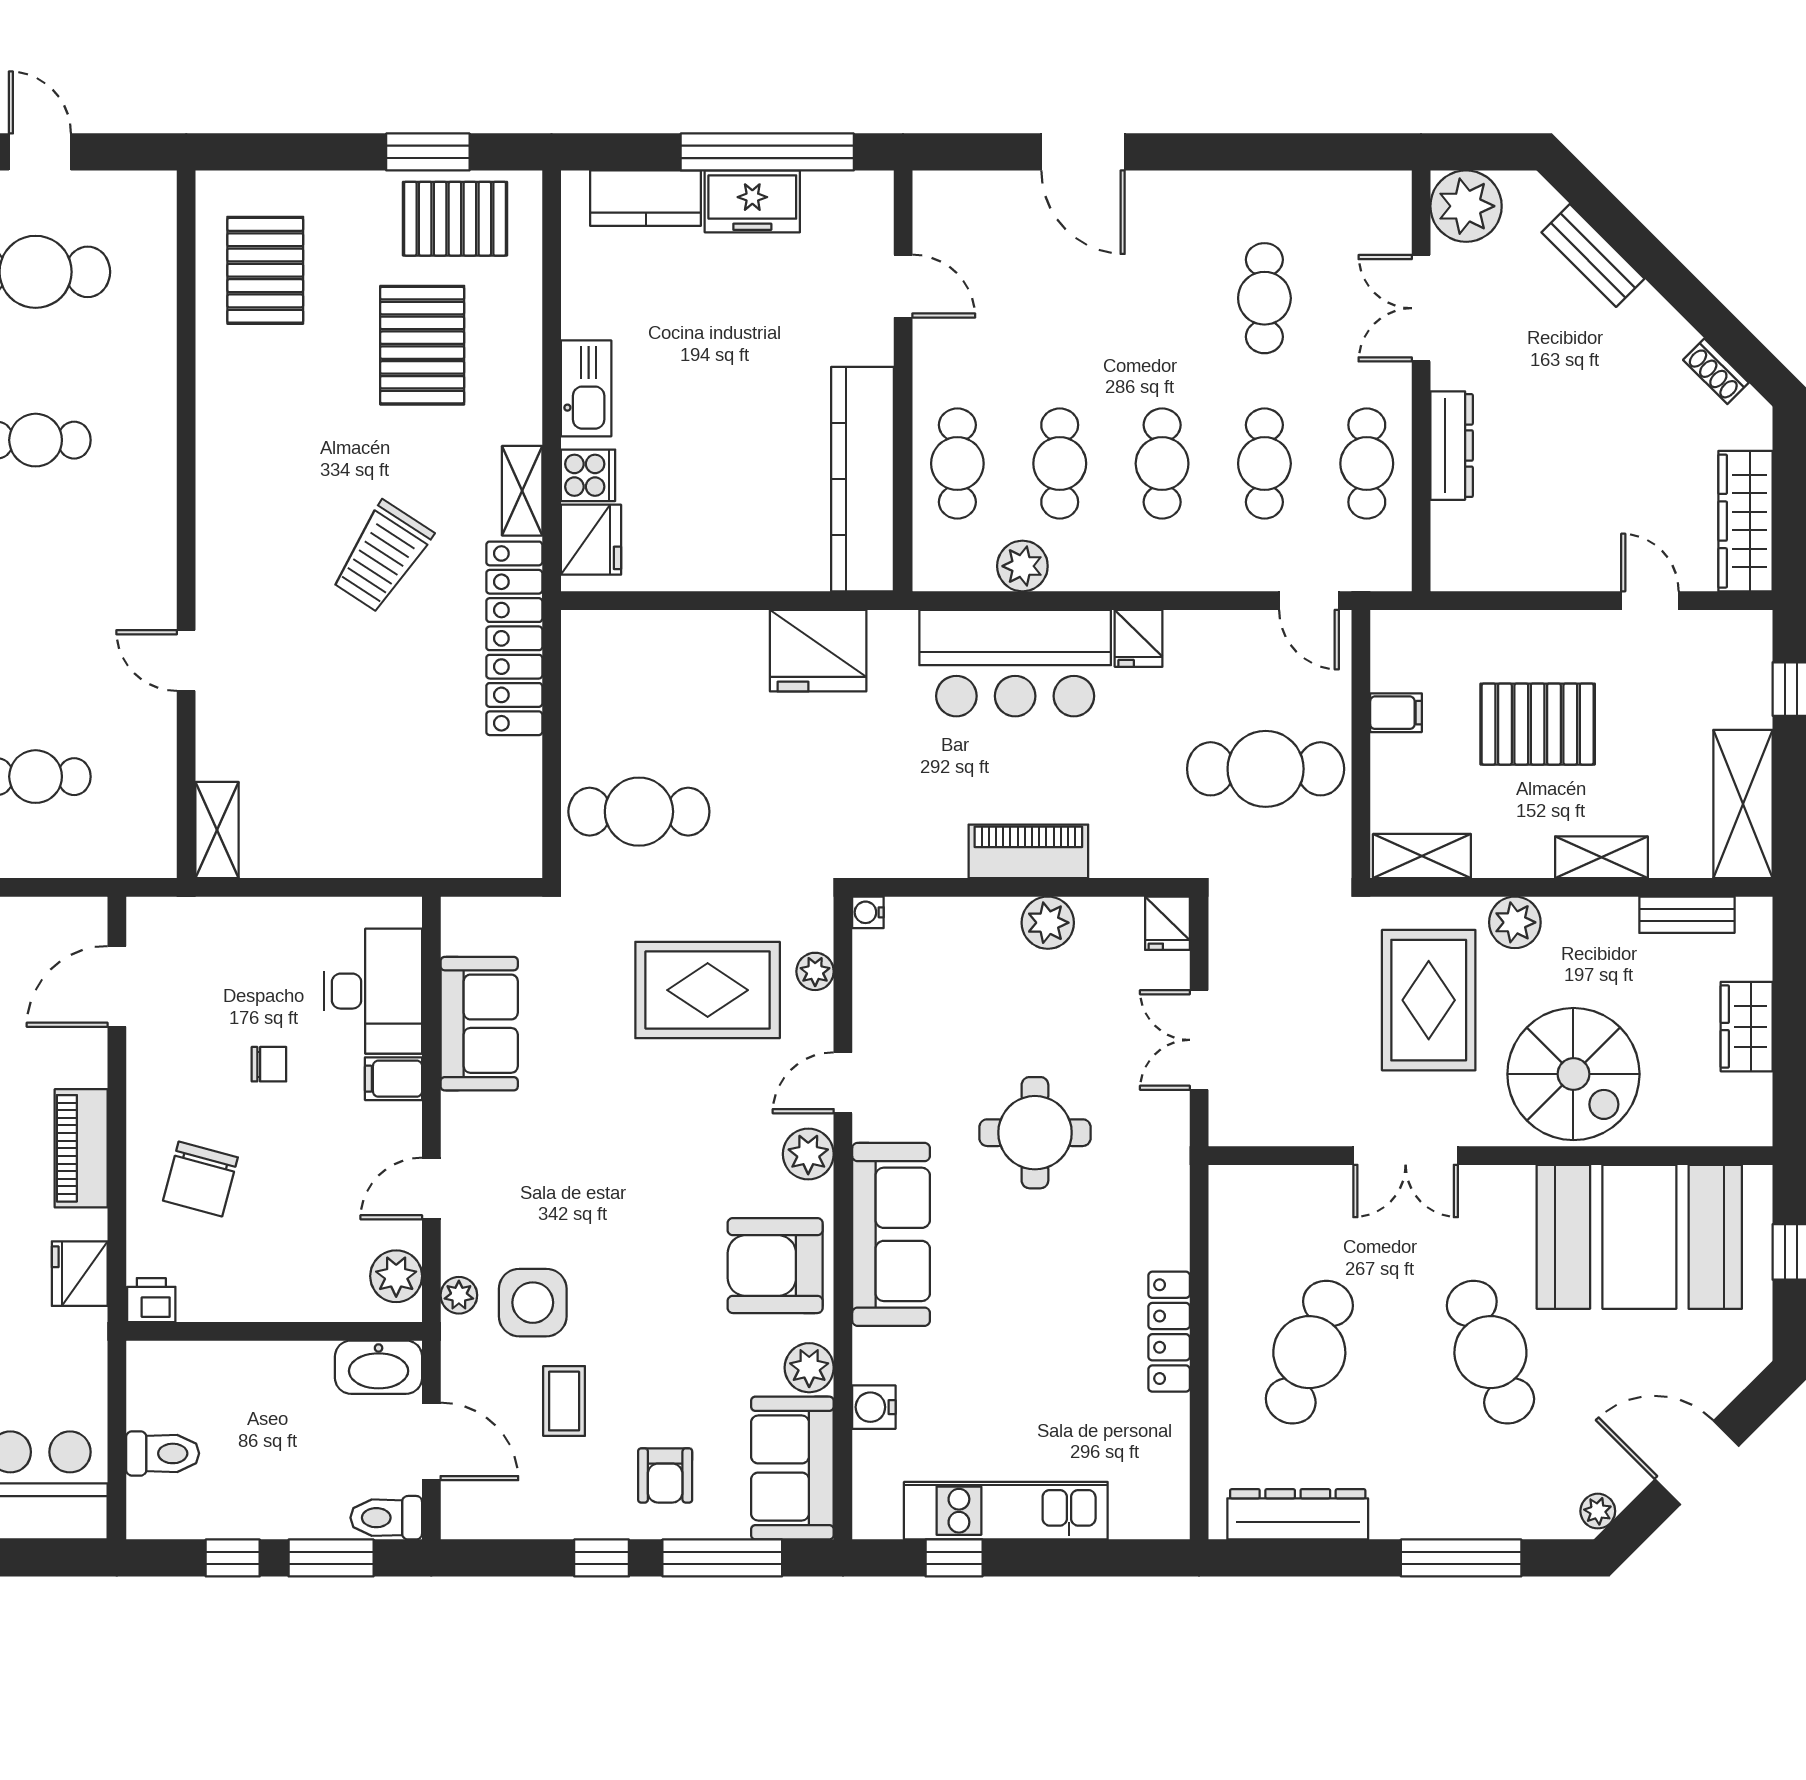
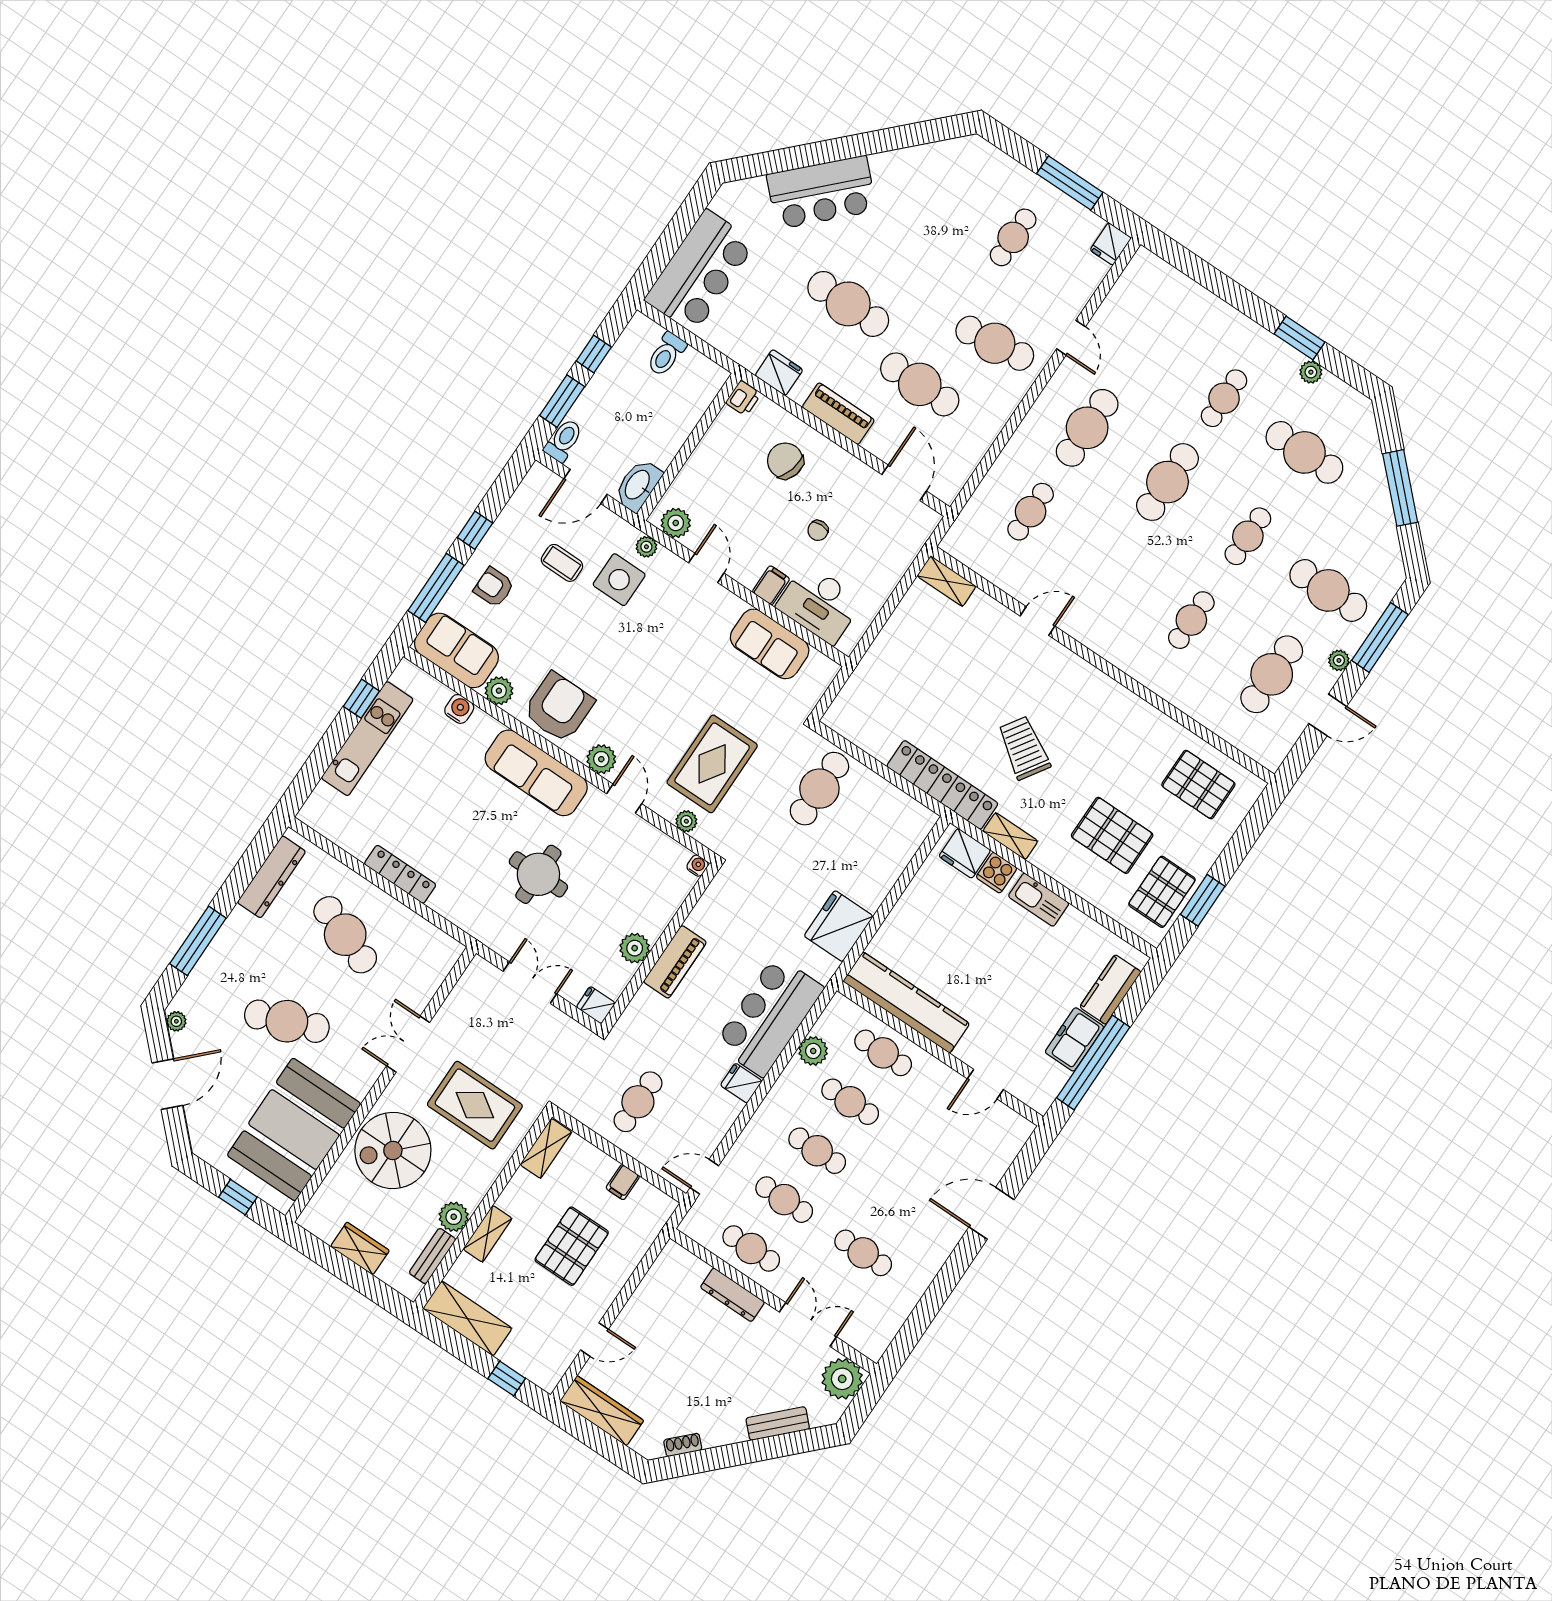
cafe table: (1266, 769) -> (638, 1102), width x0.73, depth x0.74
plant: (1515, 922) -> (454, 1217), moved

